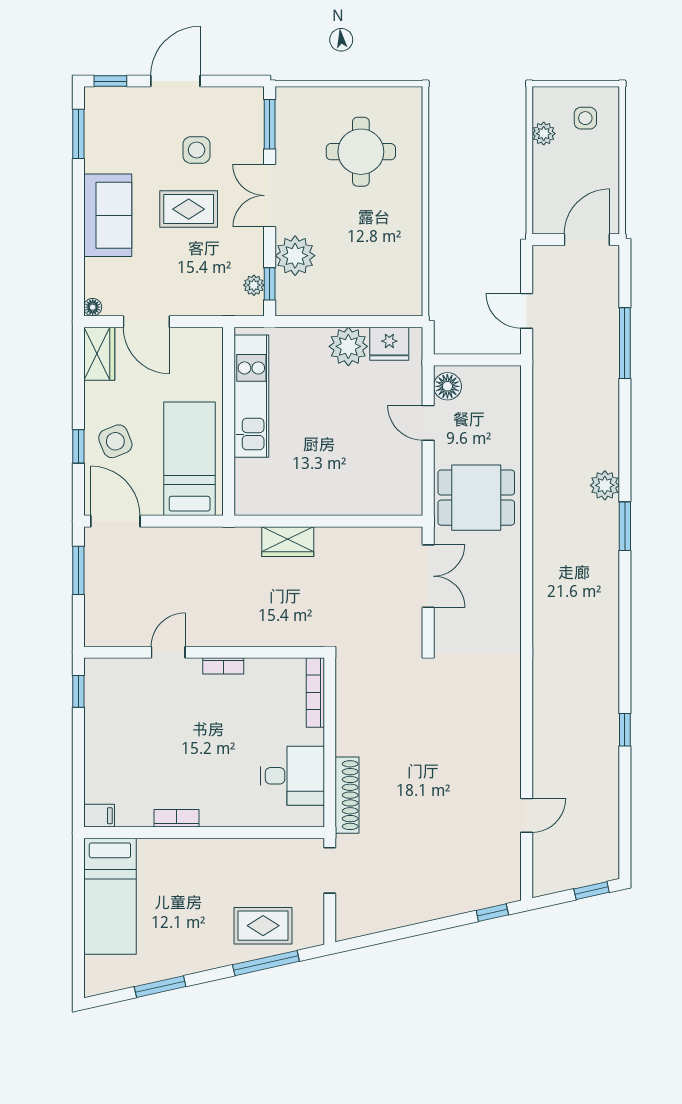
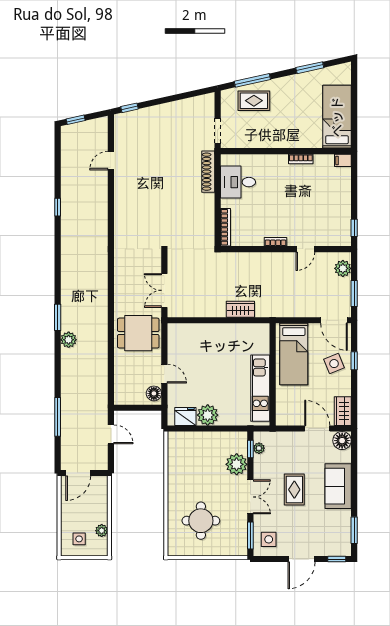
side table: (197, 150) -> (269, 539), moved
rug: (189, 209) -> (294, 490), turned 90
floor lamp: (93, 307) -> (342, 441), width x1.89, depth x1.89
plant: (99, 617) -> (343, 268), added

